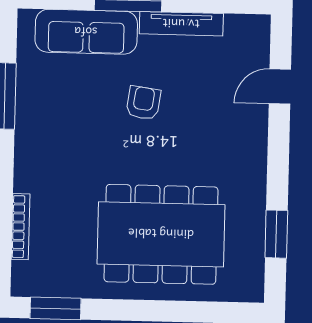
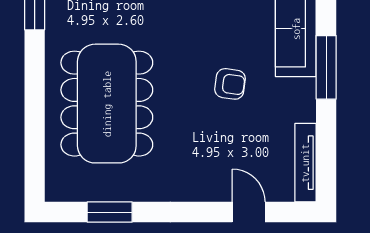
tv unit: (181, 24) -> (305, 163), moved

